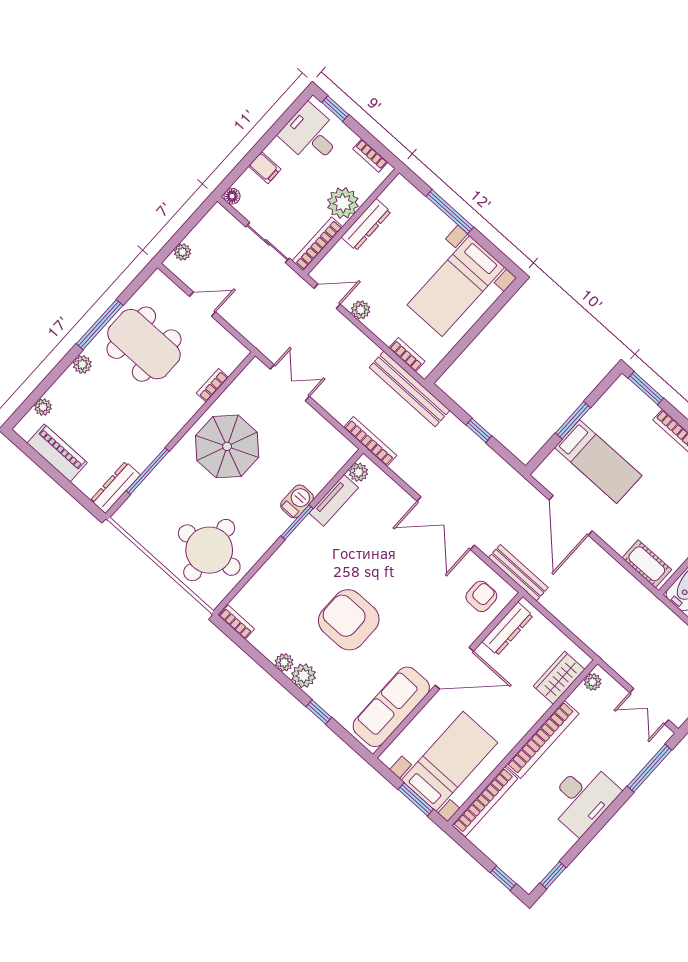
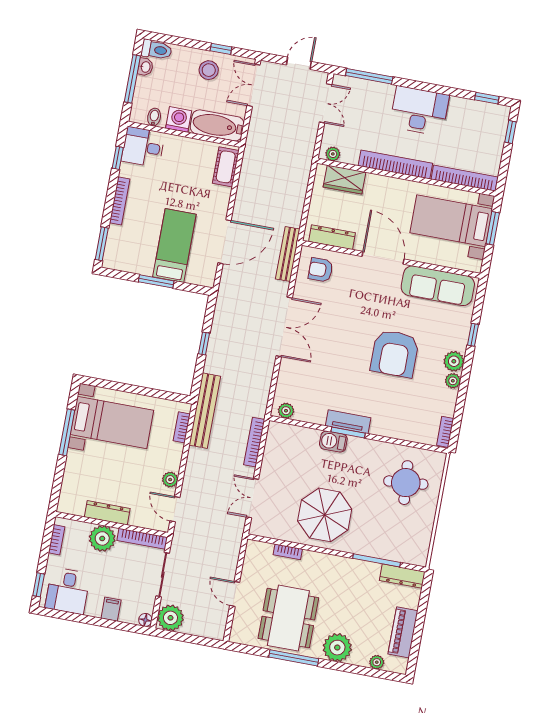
window: (450, 212) -> (67, 432), moved
plant: (183, 252) -> (170, 618), moved, width x1.87, depth x1.87
plant: (82, 364) -> (337, 648), width x1.88, depth x1.88
bookcase: (370, 441) -> (254, 442), moved
tv unit: (334, 500) -> (348, 422), moved
round table: (209, 550) -> (406, 483), width x0.73, depth x0.73

